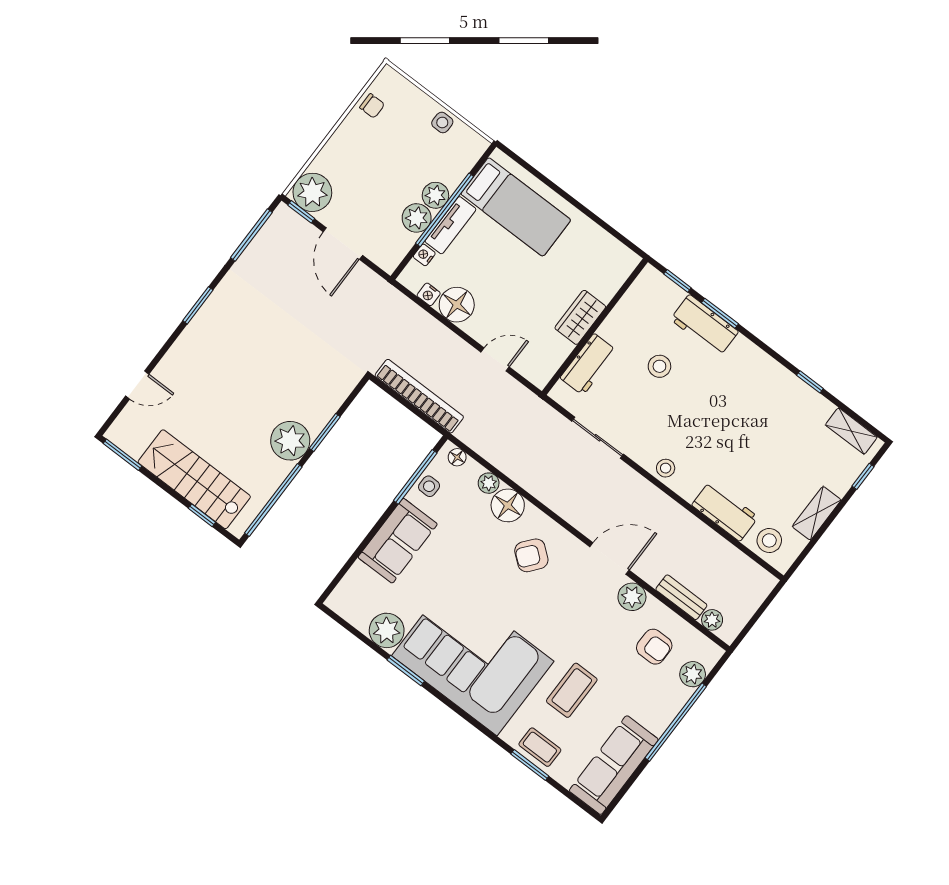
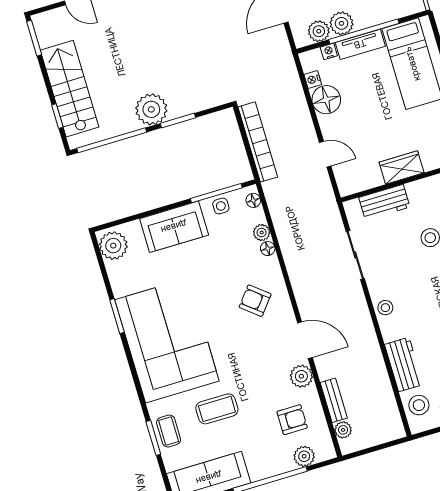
plant: (435, 195) -> (319, 31), moved
floor lamp: (508, 505) -> (268, 249), width x0.53, depth x0.53
plant: (387, 630) -> (113, 246), moved
armchair: (654, 647) -> (292, 420), turned -90

